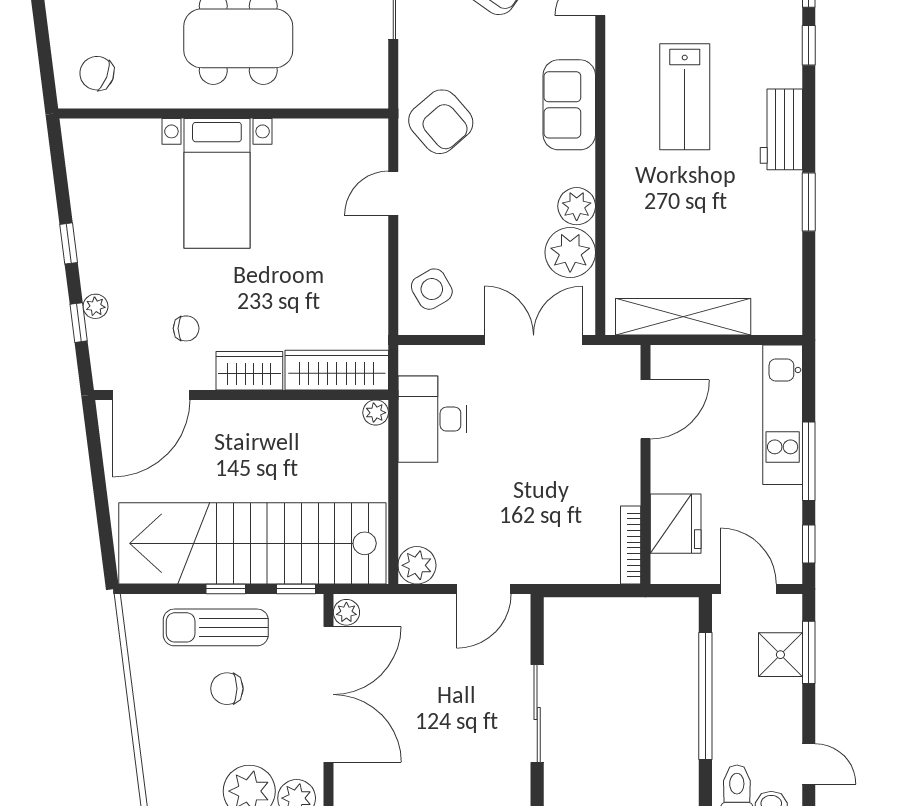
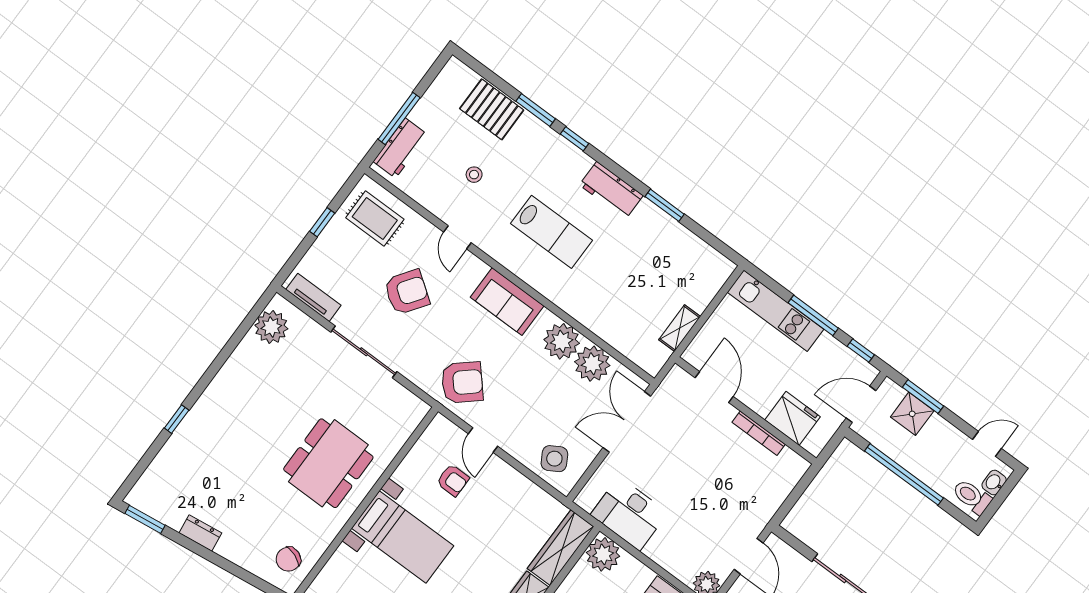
armchair: (323, 193) -> (453, 480), added
plant: (577, 206) -> (562, 341), width x1.36, depth x1.36
shelving: (683, 317) -> (680, 328), width x0.45, depth x0.75
plant: (376, 413) -> (603, 554), width x1.87, depth x1.87
bookcase: (631, 545) -> (759, 433), moved

